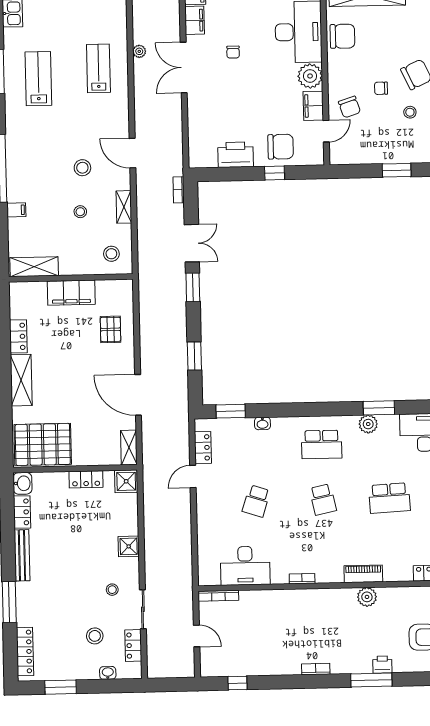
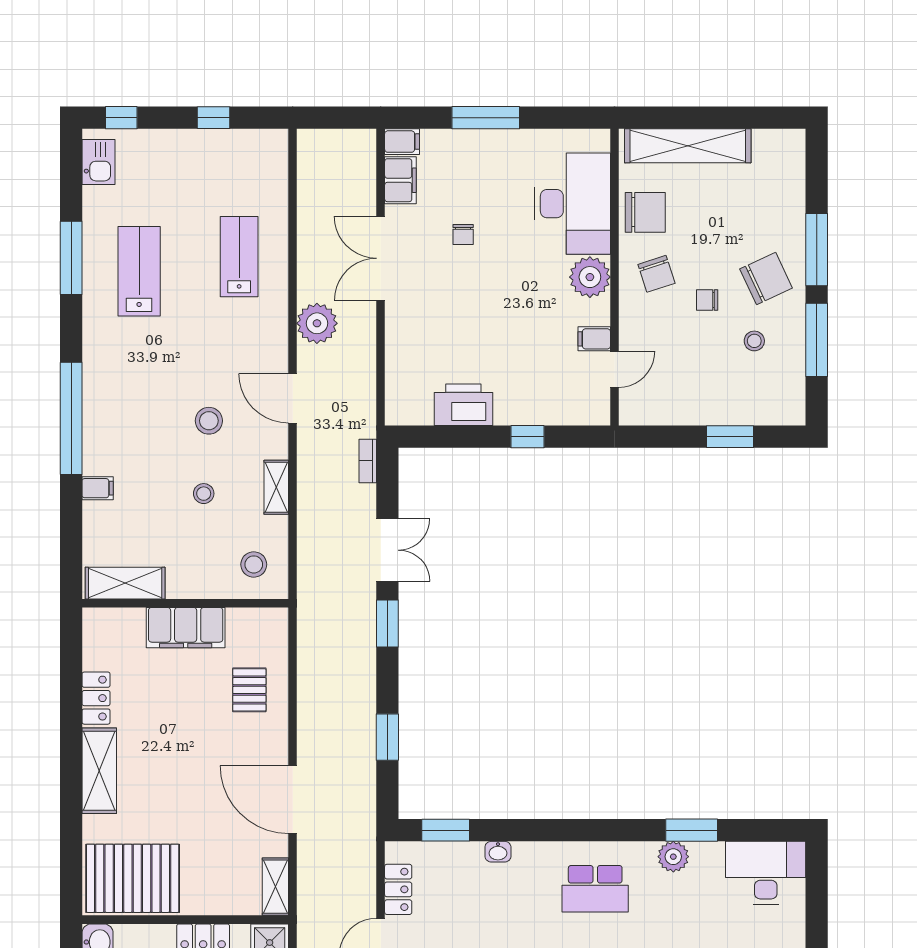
plant: (139, 51) -> (317, 323), moved, width x1.87, depth x1.87
filing cabinet: (313, 106) -> (594, 339), width x0.50
chair: (350, 107) -> (656, 274), moved
chair: (281, 147) -> (538, 393), removed

